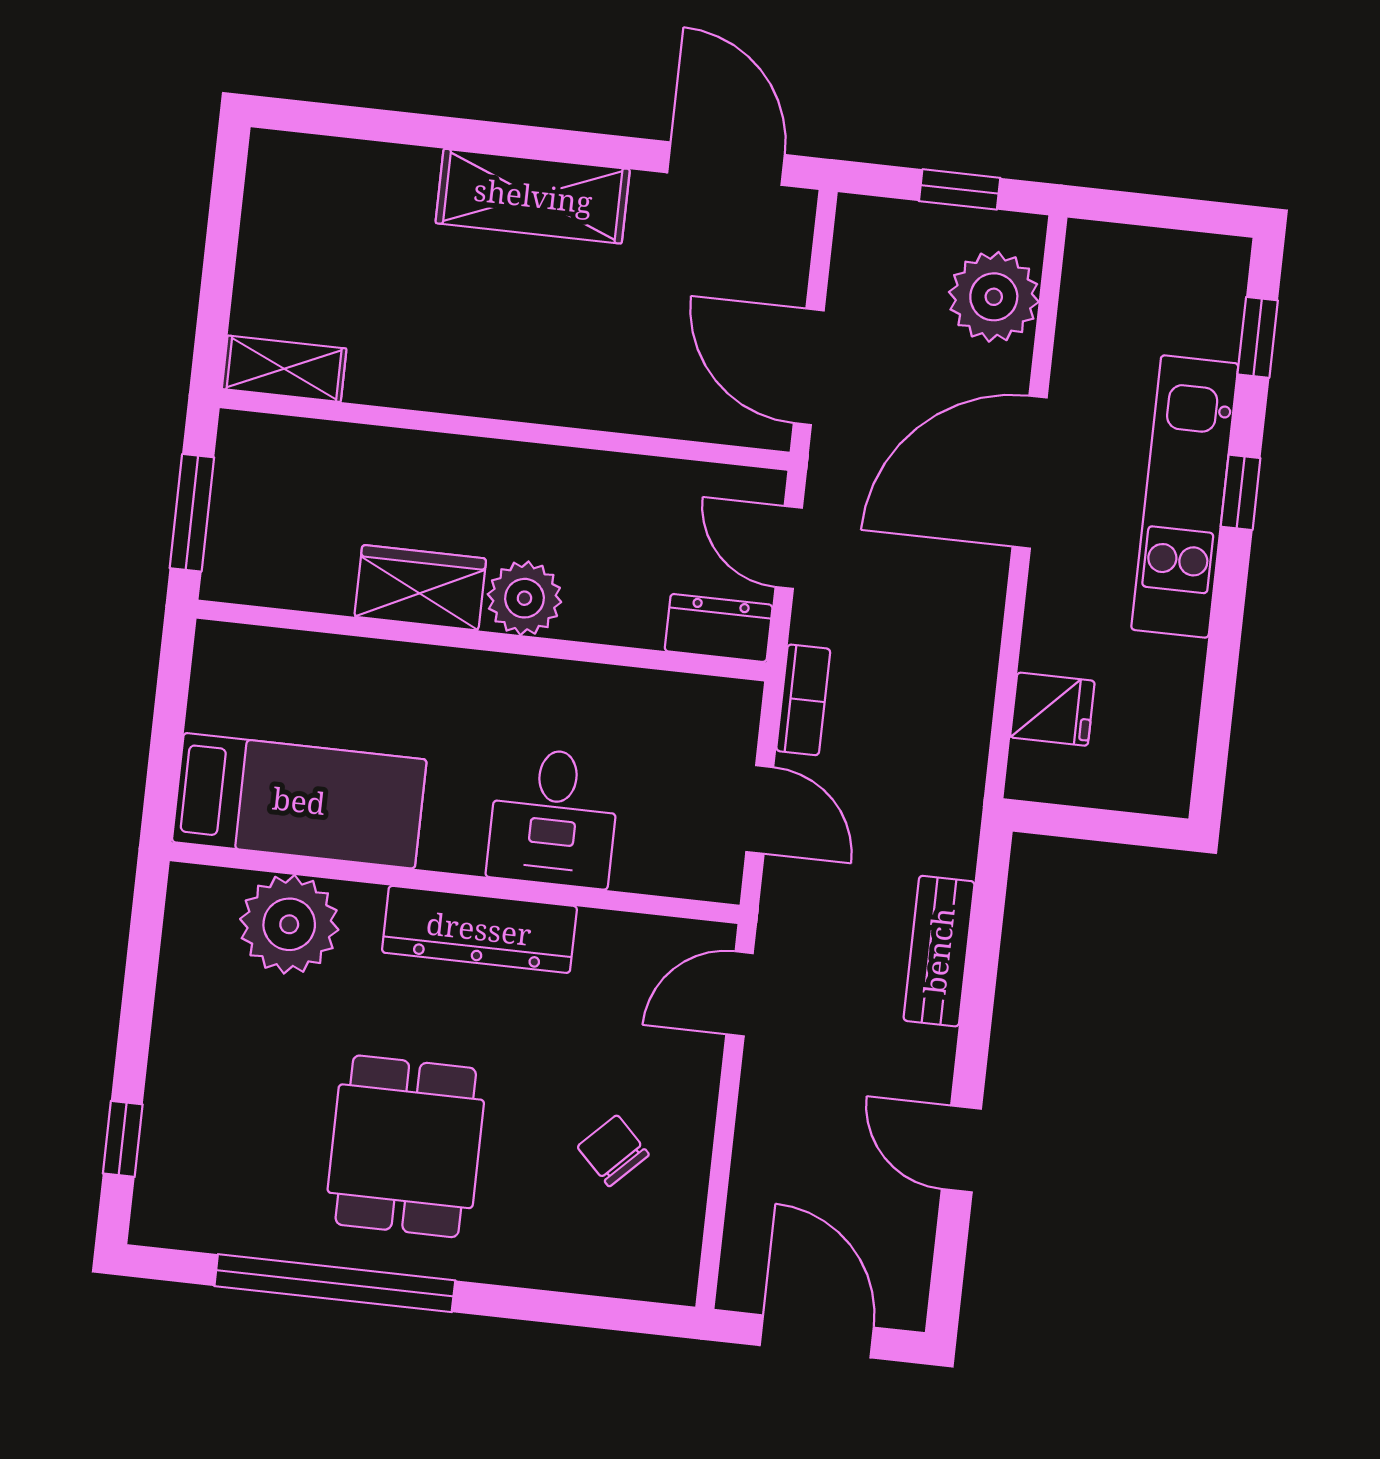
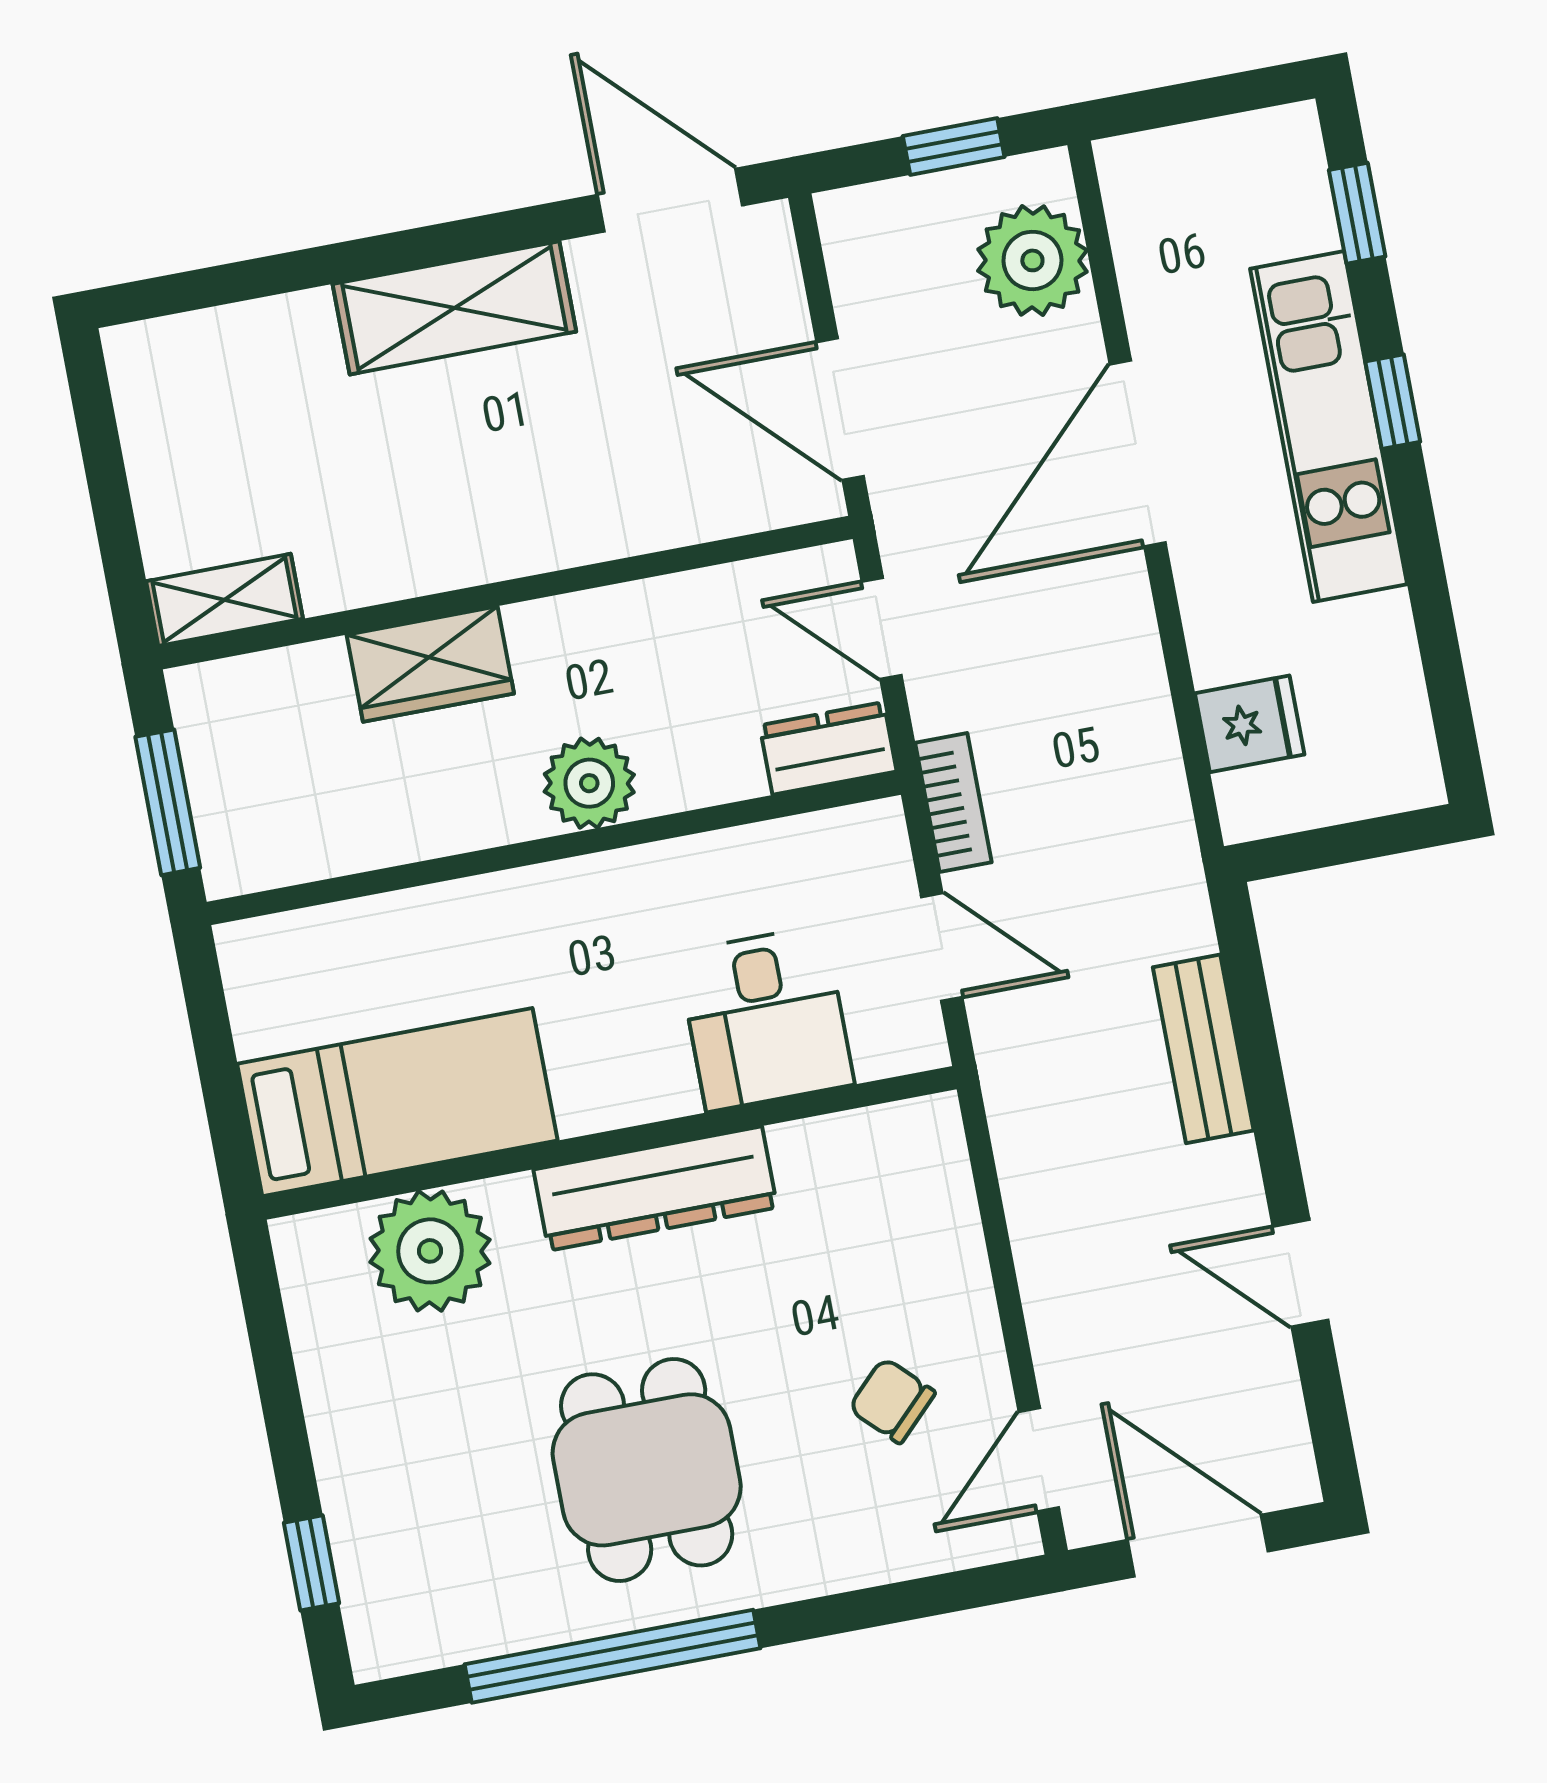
wardrobe: (420, 588) -> (430, 664), moved, turned 180
desk: (554, 818) -> (766, 1019), moved
door: (740, 994) -> (1039, 1460), moved

